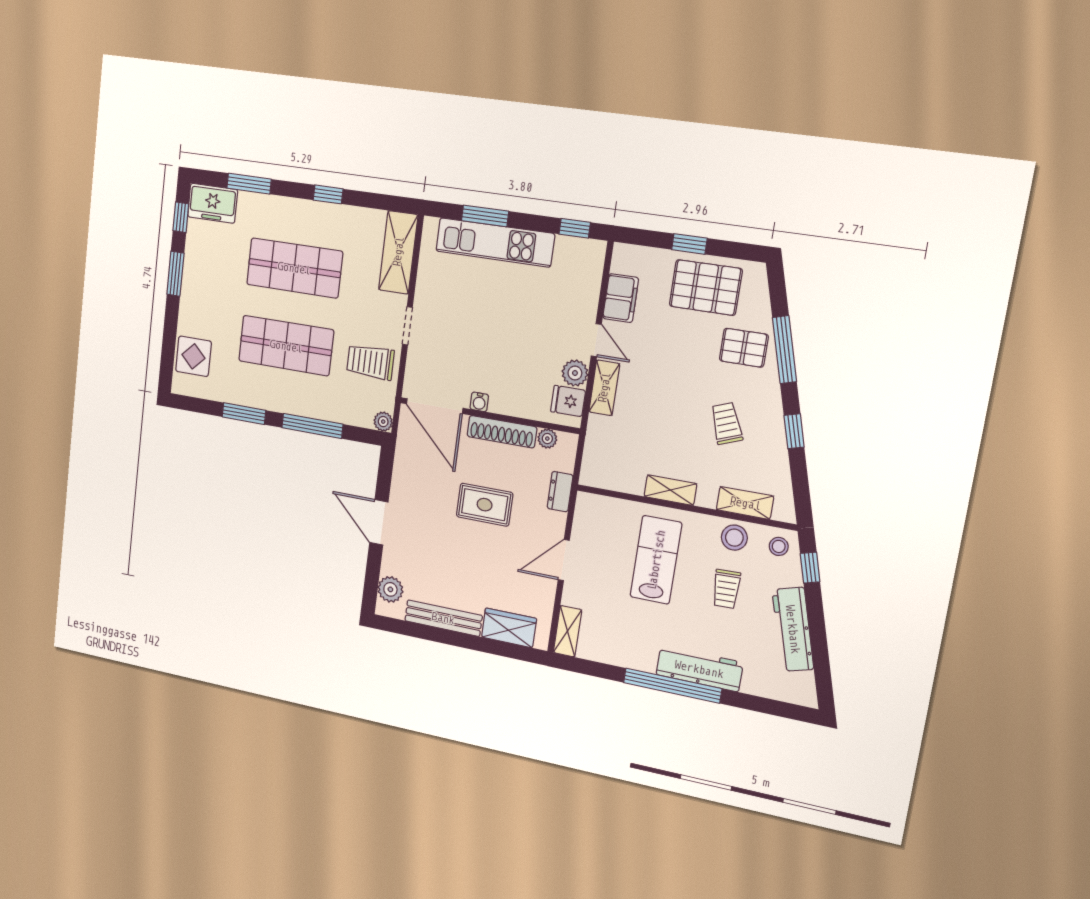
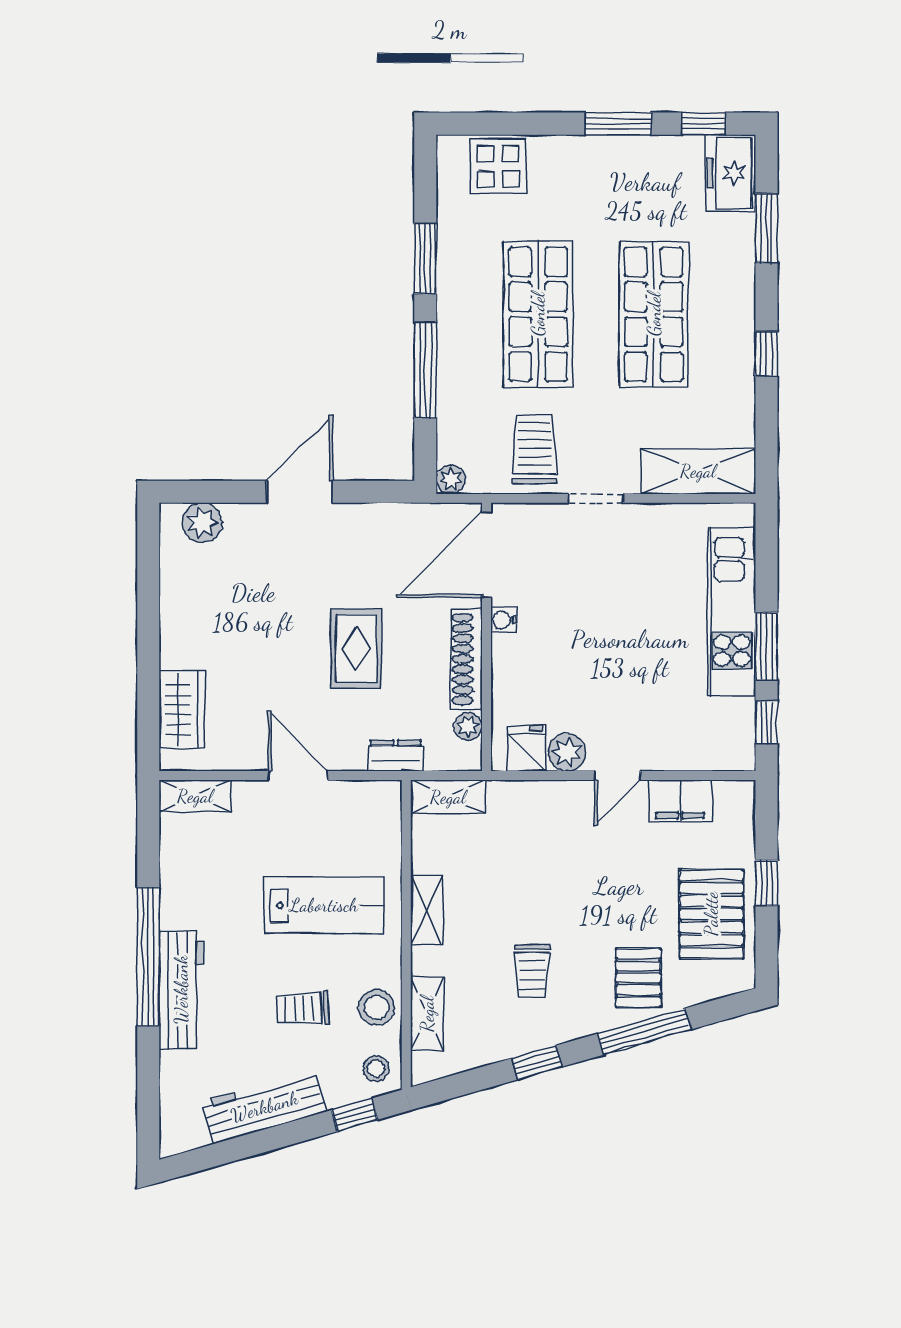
window: (485, 216) -> (766, 646), moved
shelving: (604, 388) -> (448, 797), moved
trolley: (726, 423) -> (532, 971), turned 111
bench: (443, 618) -> (175, 610), removed

